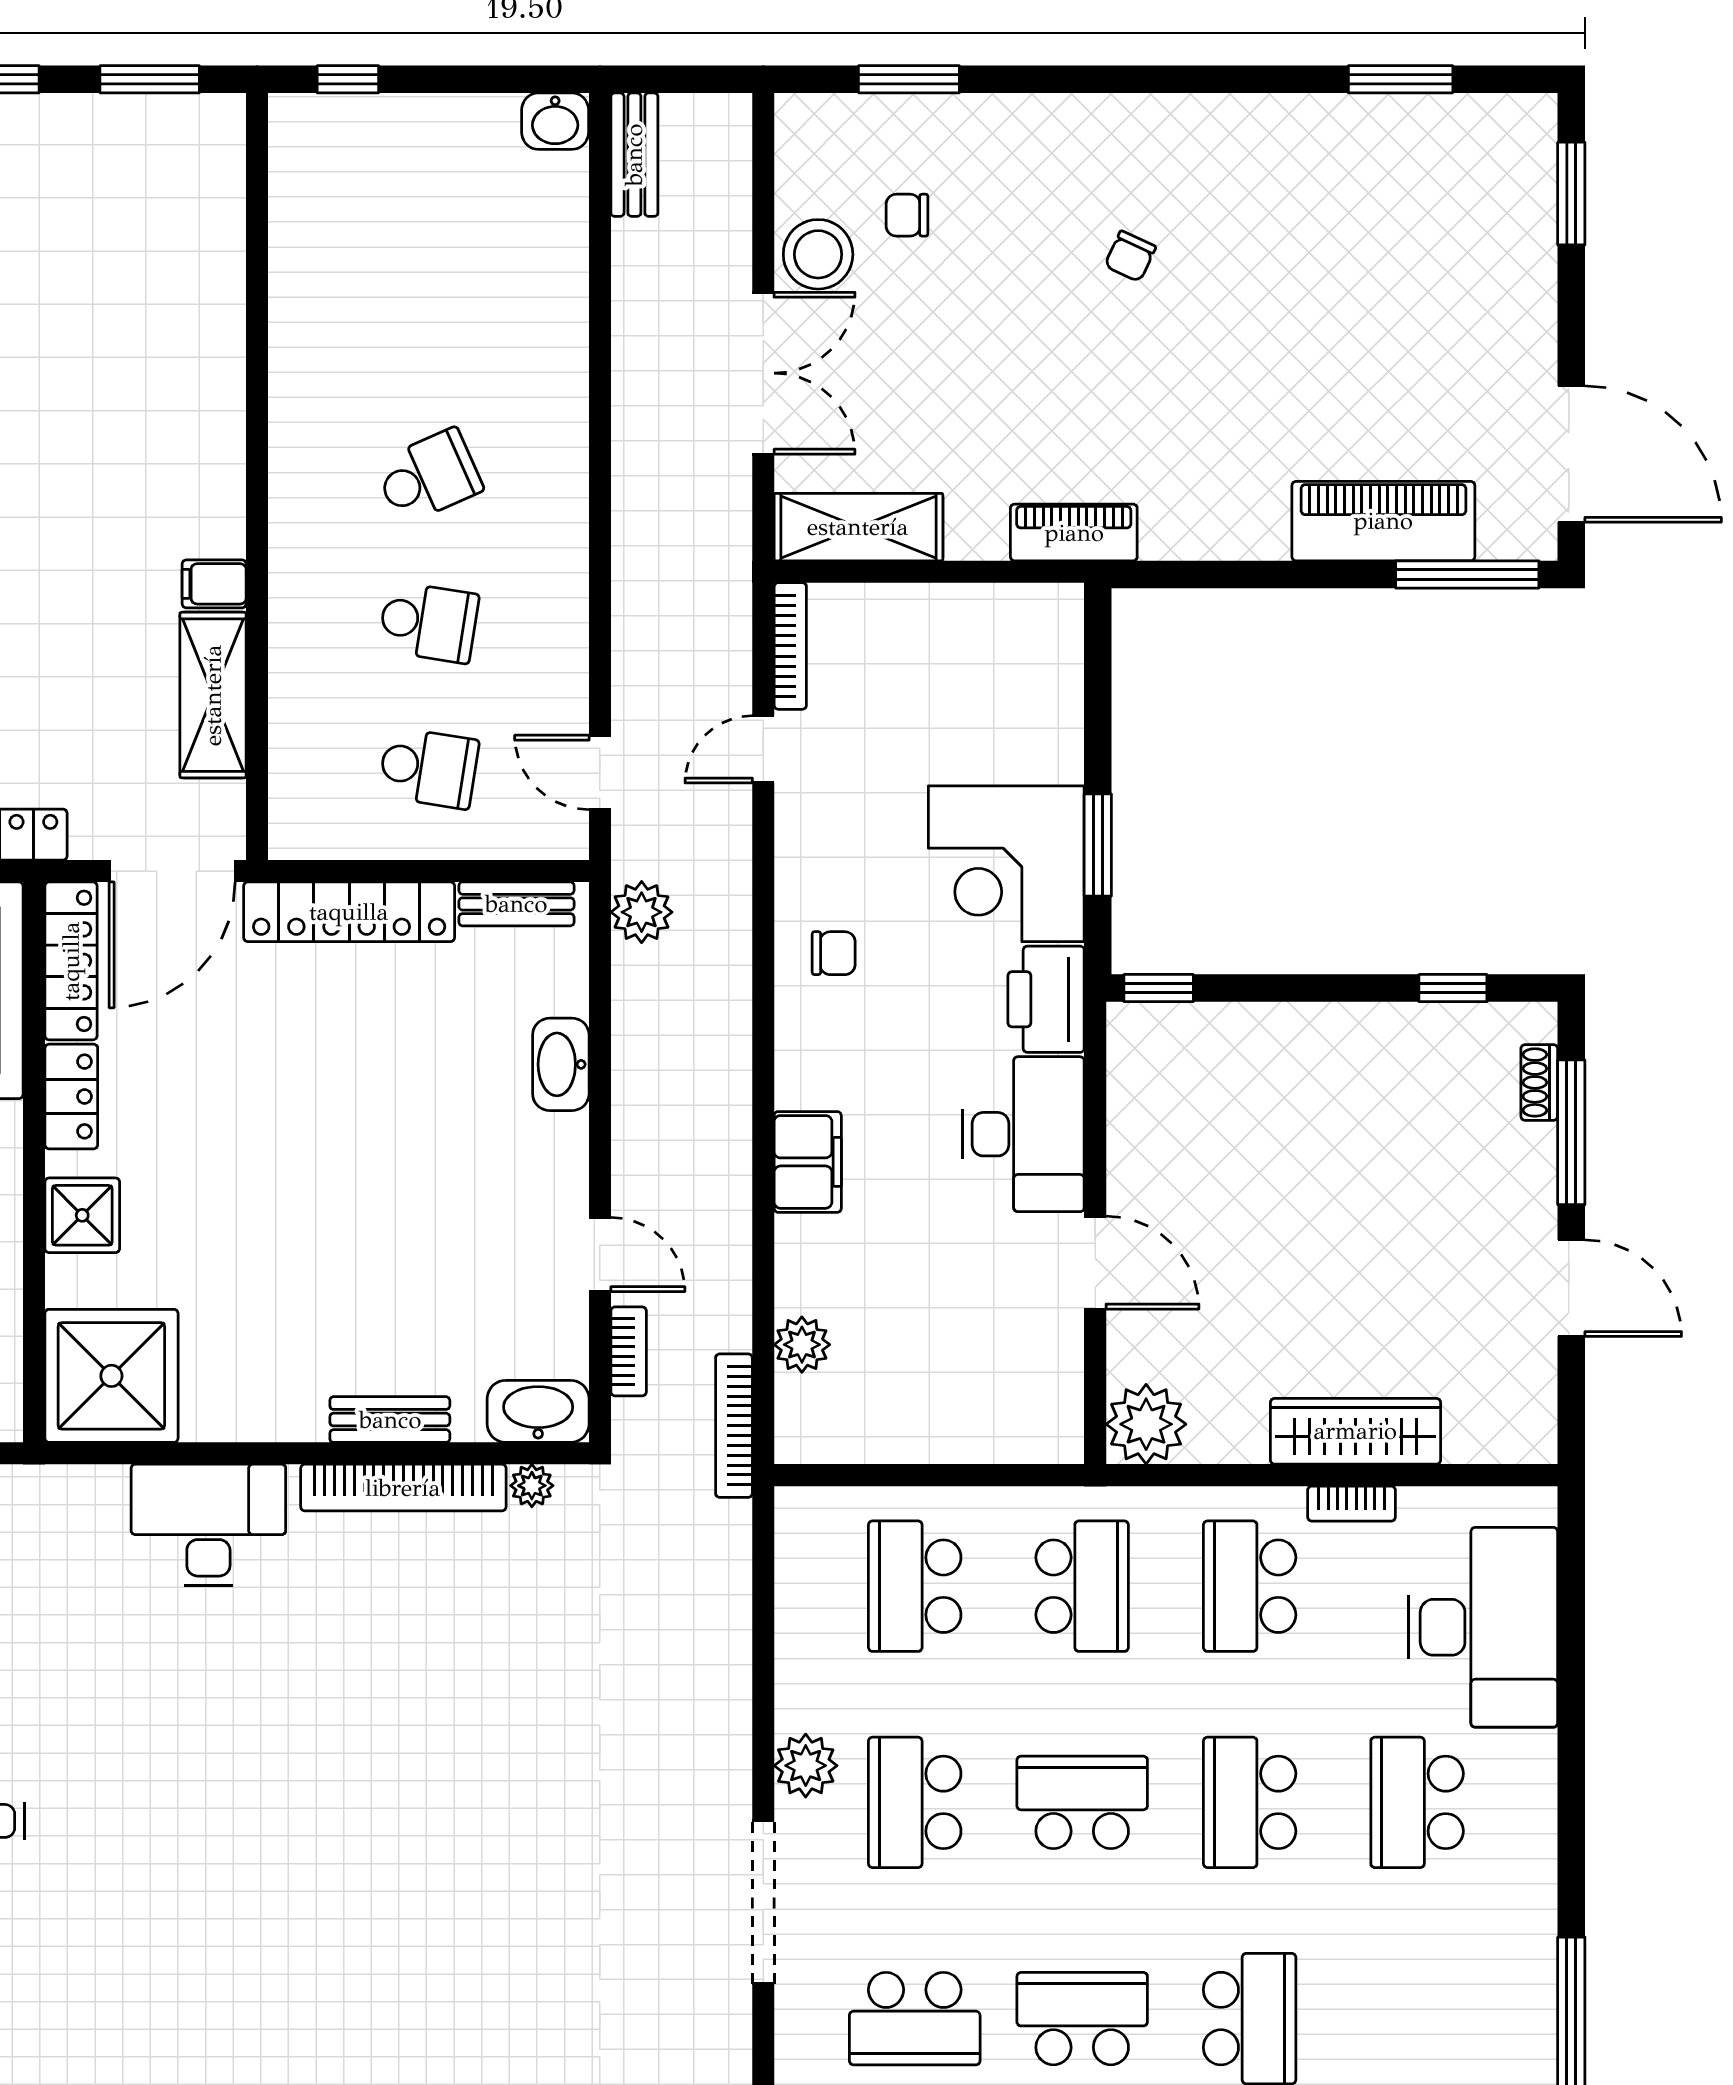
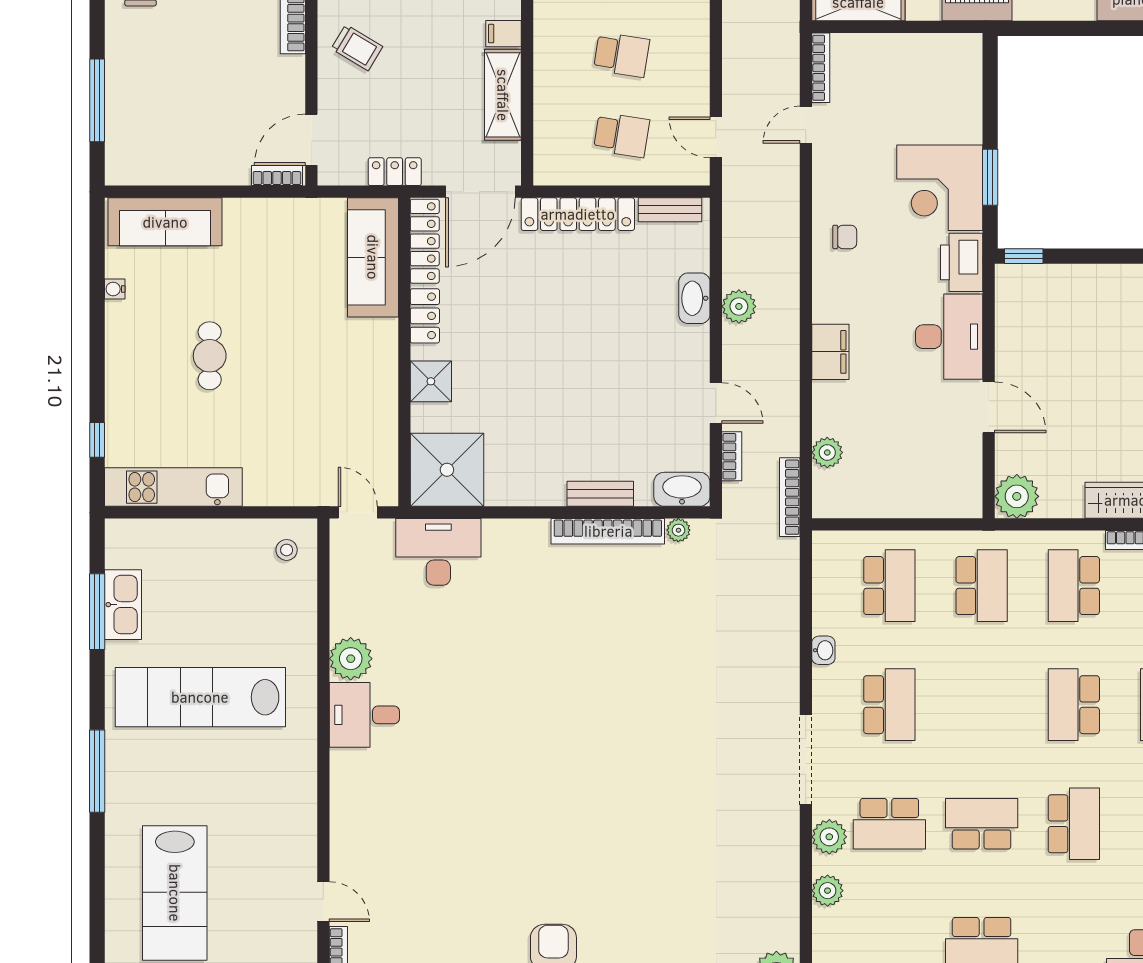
plant: (642, 912) -> (739, 306), moved
desk: (208, 1525) -> (438, 552), moved
school desk: (915, 1586) -> (889, 586), turned 180
washbasin: (795, 1704) -> (823, 650), added
plant: (806, 1766) -> (829, 837), moved
school desk: (915, 1802) -> (889, 705), turned 180
school desk: (1082, 1802) -> (982, 705), removed

